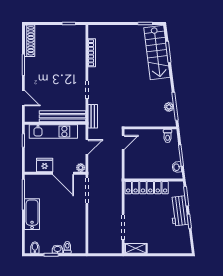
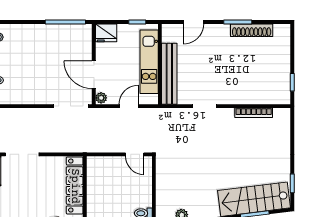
shoe rack: (30, 41) -> (252, 30), moved
bench: (93, 116) -> (169, 114), removed
door: (87, 147) -> (129, 106), swing flipped
fridge: (45, 165) -> (106, 33), moved, turned 90
door: (63, 173) -> (94, 75), hinge flipped
bathtub: (32, 214) -> (39, 33), removed

